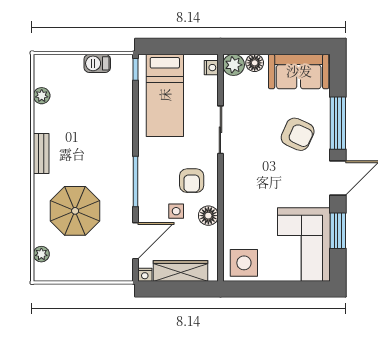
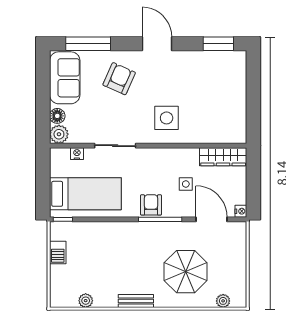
nightstand: (211, 68) -> (77, 154), moved
window: (338, 123) -> (88, 44), moved
armchair: (192, 181) -> (151, 205), moved, turned -90
floor lamp: (208, 216) -> (190, 156), removed
window: (338, 231) -> (218, 44), moved
corner sofa: (304, 244) -> (215, 73), removed
side table: (244, 263) -> (167, 118), moved
wardrobe: (180, 271) -> (223, 157), moved, turned -90

